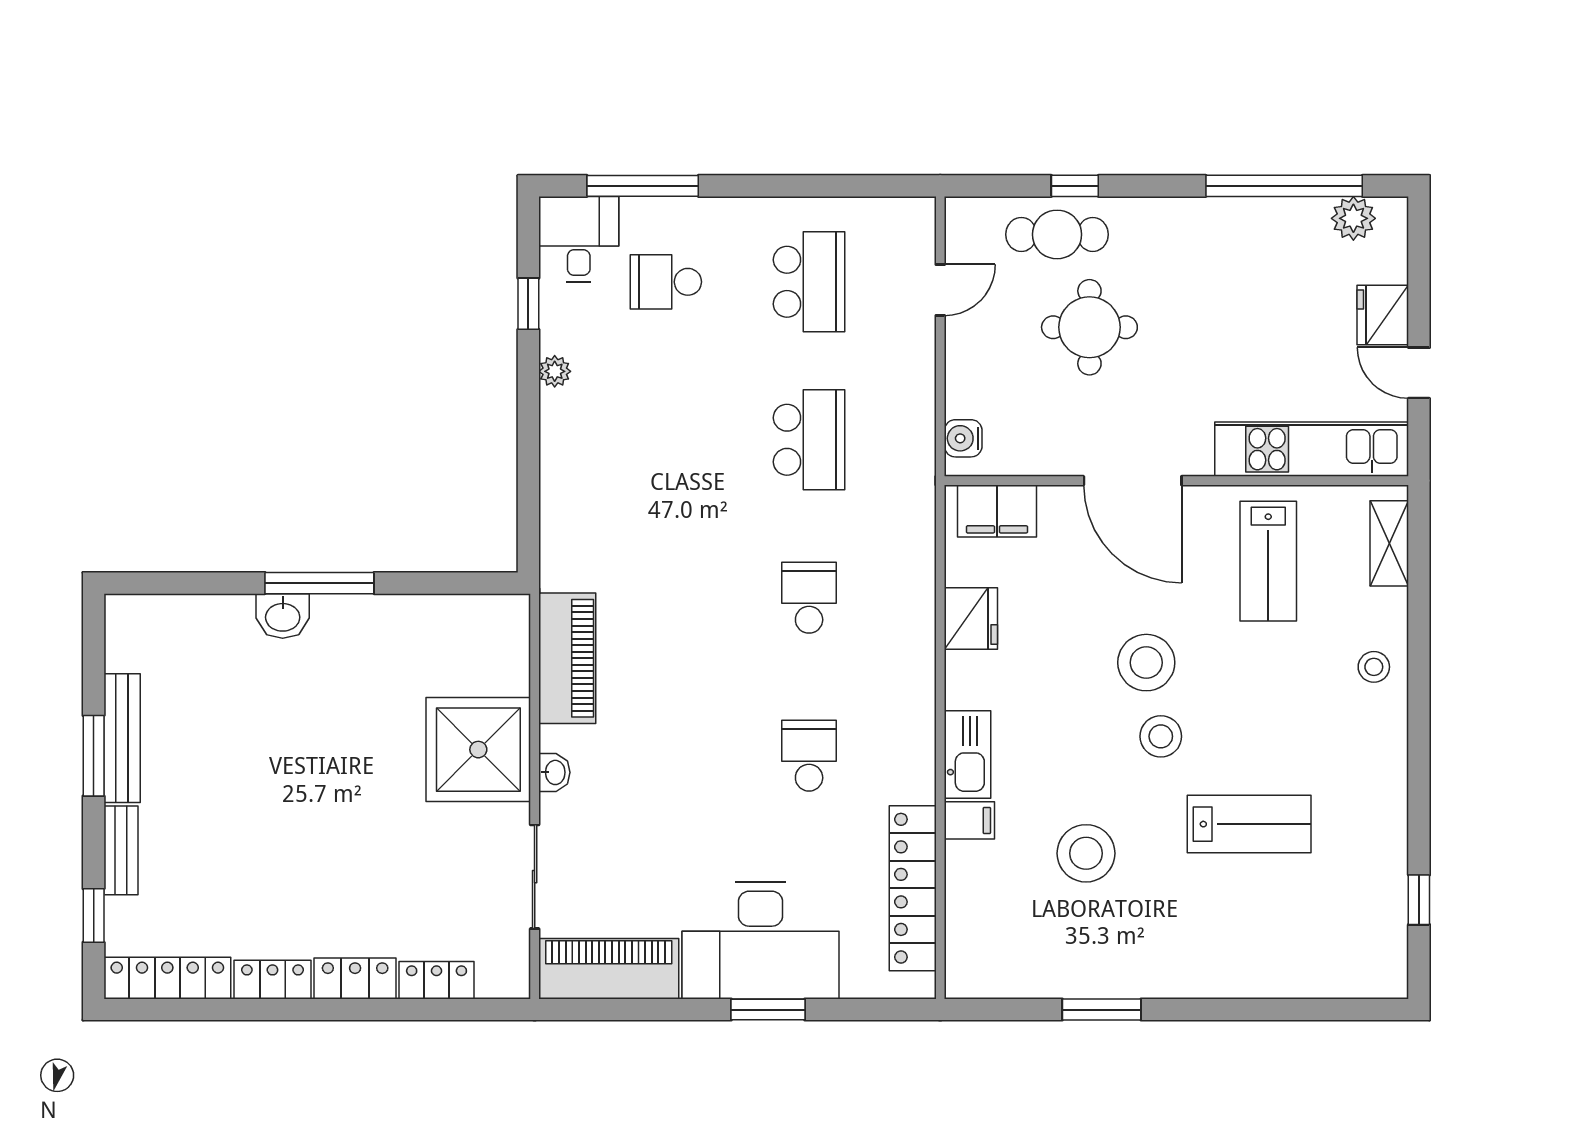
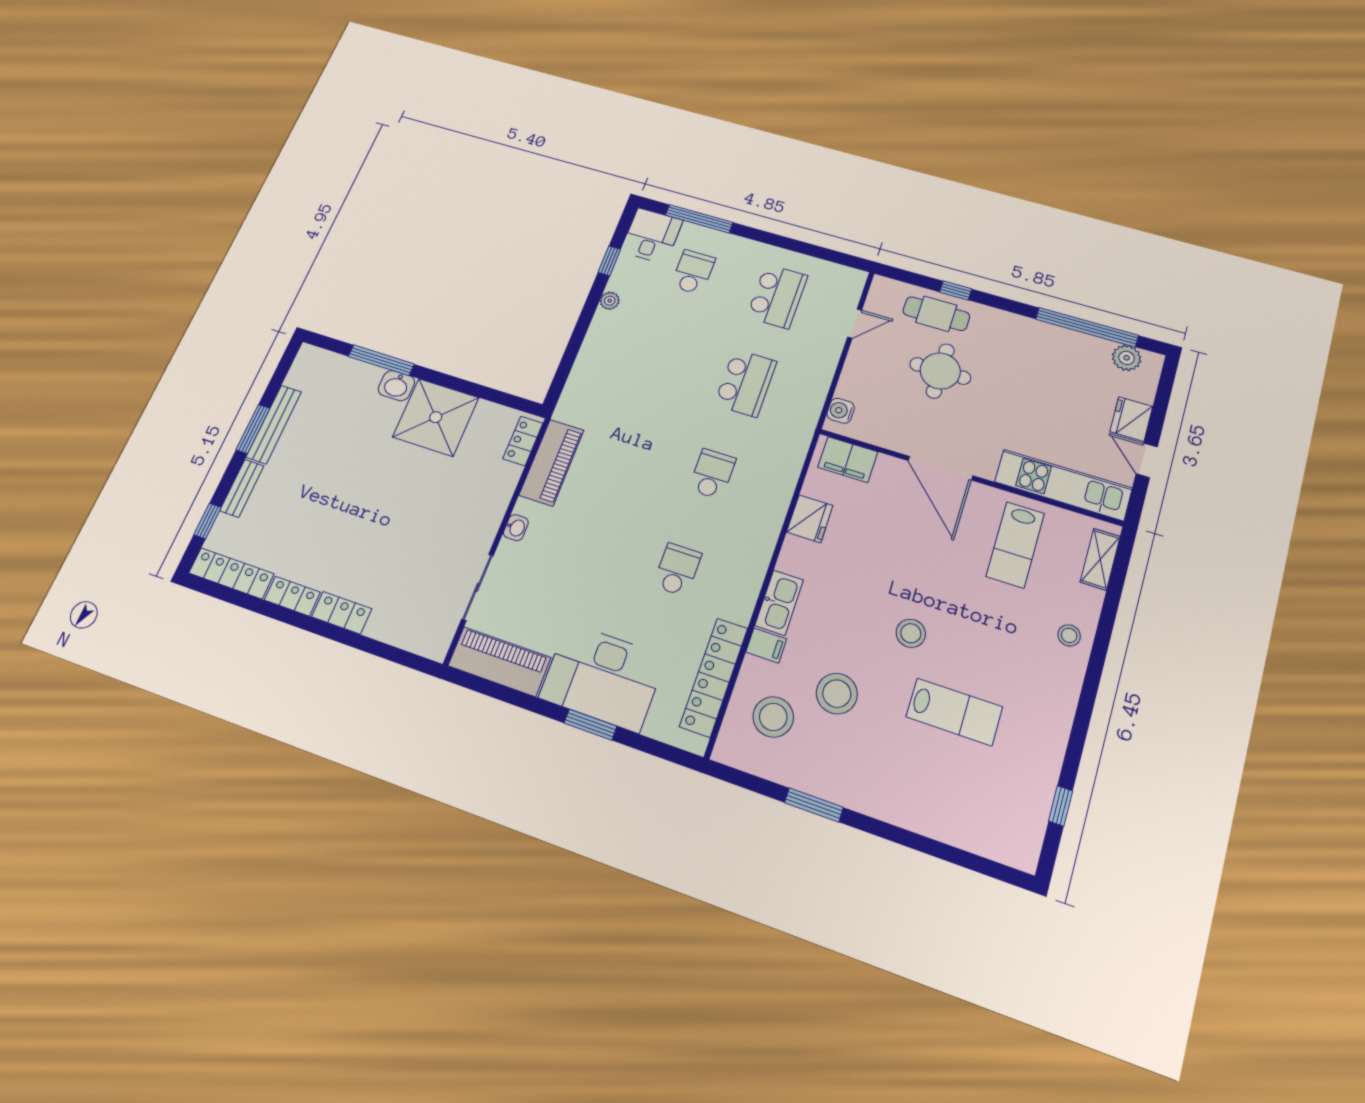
school desk: (666, 282) -> (693, 272), turned 90
window: (319, 583) -> (381, 360), moved
stool: (1146, 663) -> (773, 717), moved
shower: (478, 750) -> (436, 417), moved
locker: (437, 980) -> (523, 441), moved, turned -90

